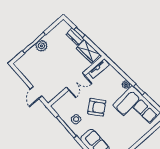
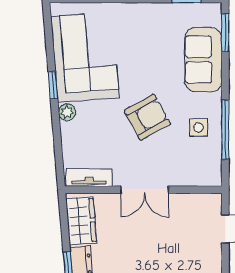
double door: (76, 81) -> (145, 190), swing flipped
armchair: (97, 107) -> (147, 117), turned 100

